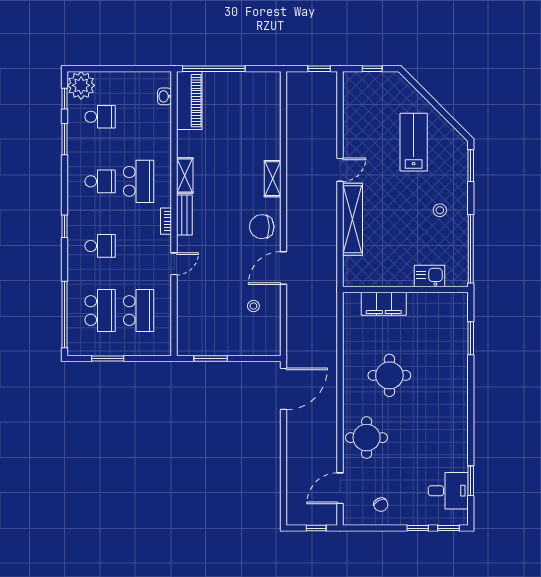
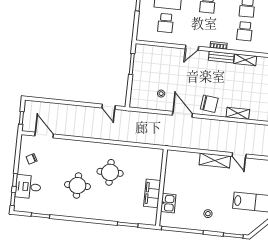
school desk: (139, 181) -> (245, 31), width x0.54
shelving: (353, 219) -> (215, 160), width x0.68
chair: (262, 227) -> (209, 104), turned 98
door: (174, 264) -> (192, 48), hinge flipped
filing cabinet: (384, 304) -> (152, 193), moved
school desk: (139, 311) -> (166, 23), width x0.54
door: (284, 389) -> (109, 107), width x0.53
round table: (367, 438) -> (77, 186), moved
desk: (448, 491) -> (28, 187), moved, turned 90

